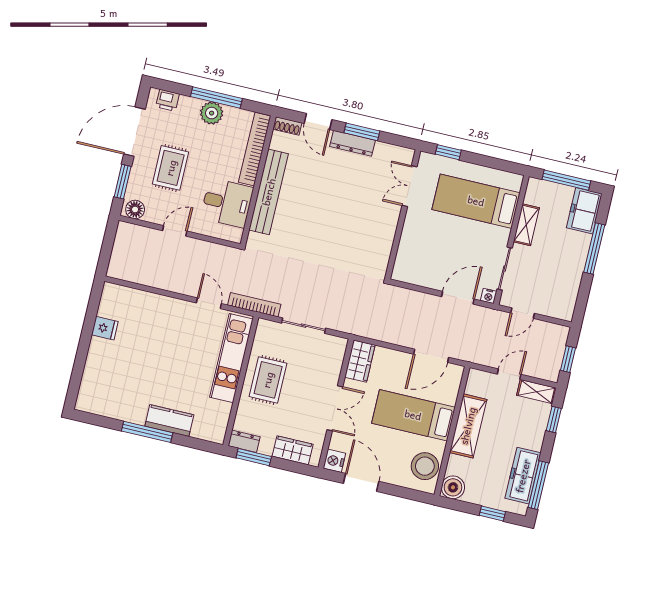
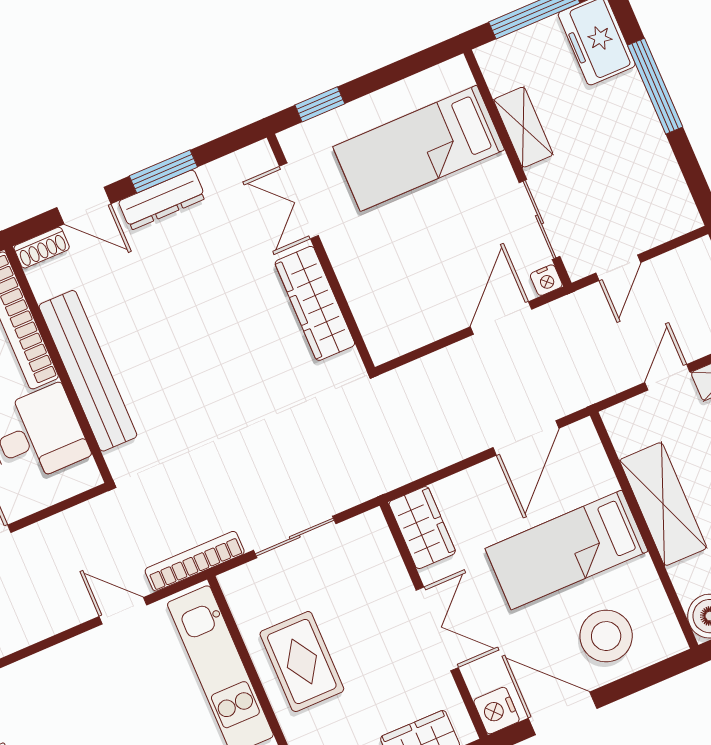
wardrobe: (384, 234) -> (315, 303), added
stool: (425, 466) -> (606, 636), moved

